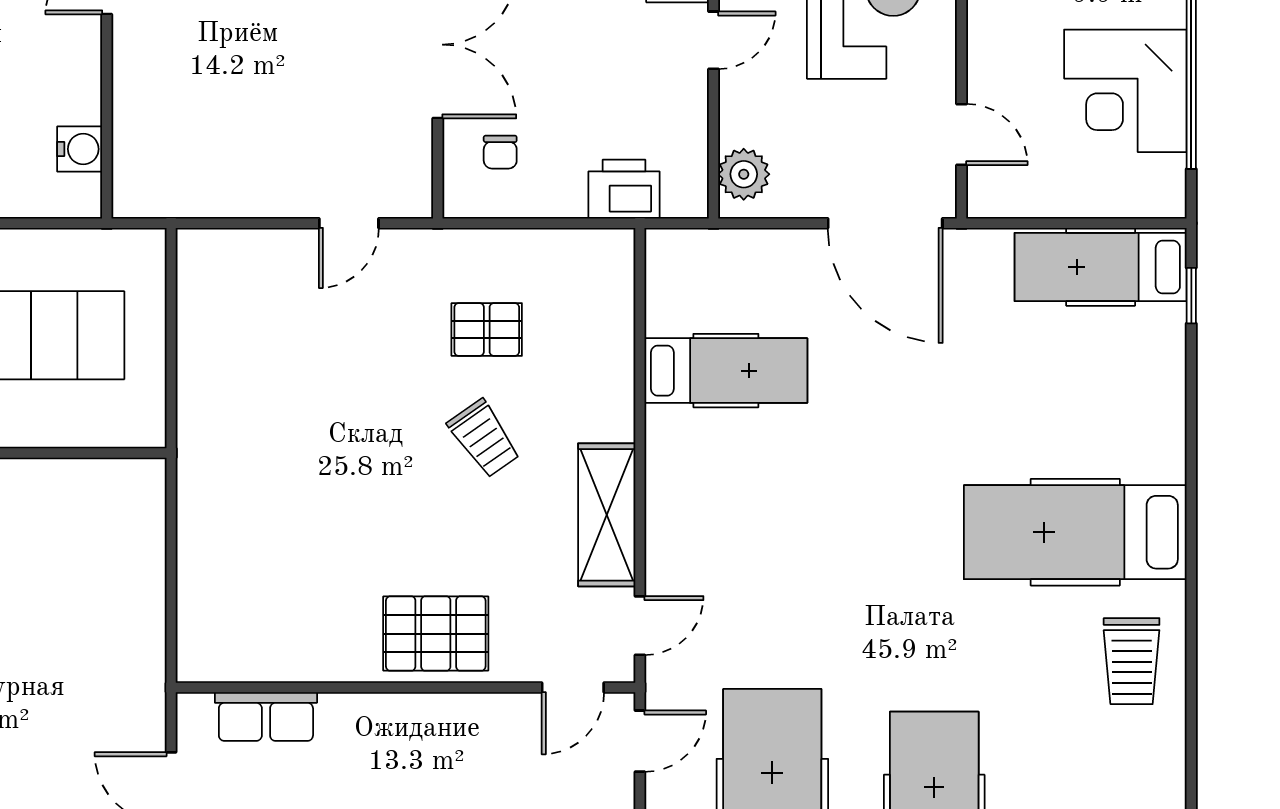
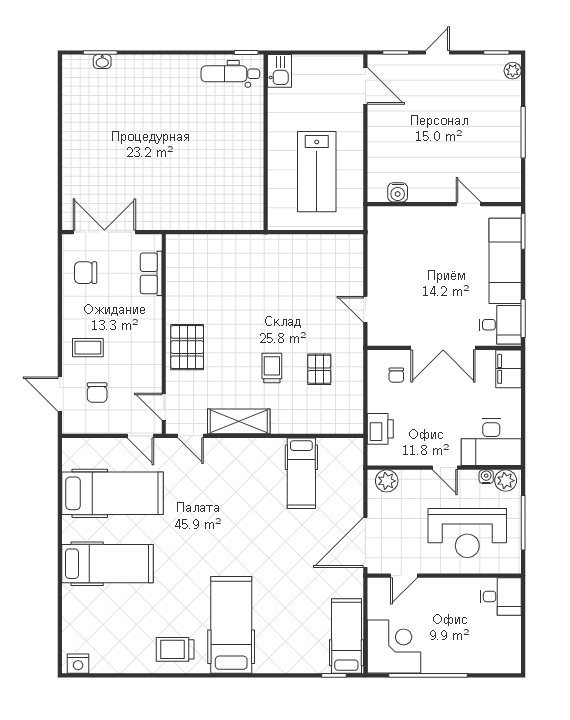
corner desk: (1125, 91) -> (394, 647), moved, turned 90
chair: (500, 152) -> (396, 375), turned -90
trolley: (484, 438) -> (272, 368), turned 125

